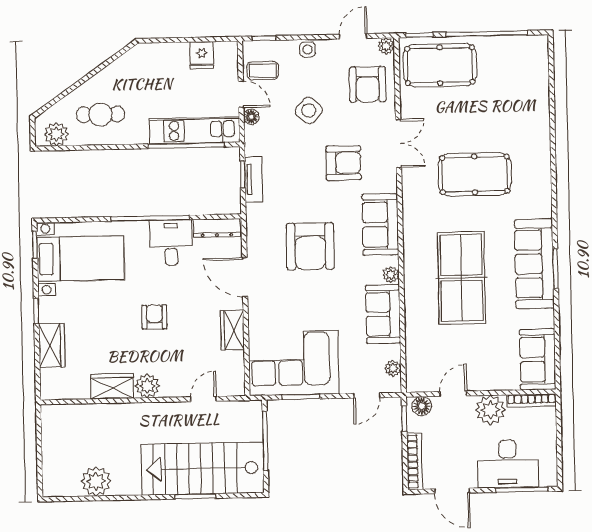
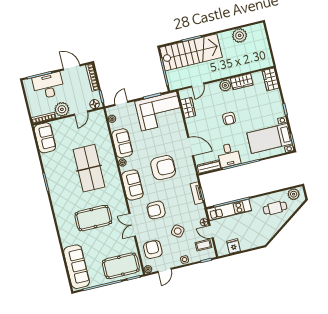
armchair: (310, 246) -> (163, 168), turned 90
sofa: (534, 264) -> (77, 267), moved
wardrobe: (232, 330) -> (188, 108), moved
wardrobe: (52, 345) -> (271, 79), moved

